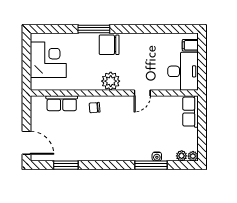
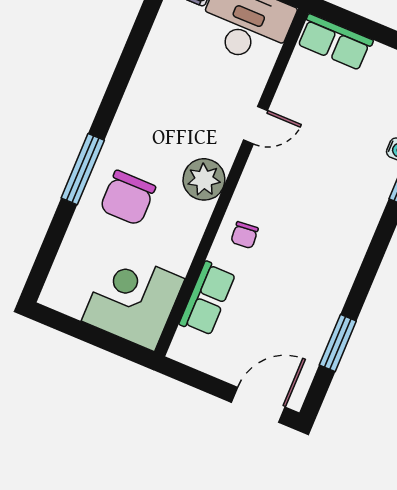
chair: (109, 45) -> (128, 198), moved
corner desk: (48, 60) -> (133, 300), moved
door: (142, 93) -> (256, 125), hinge flipped

